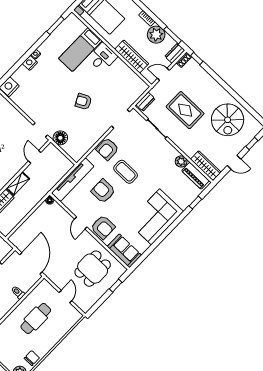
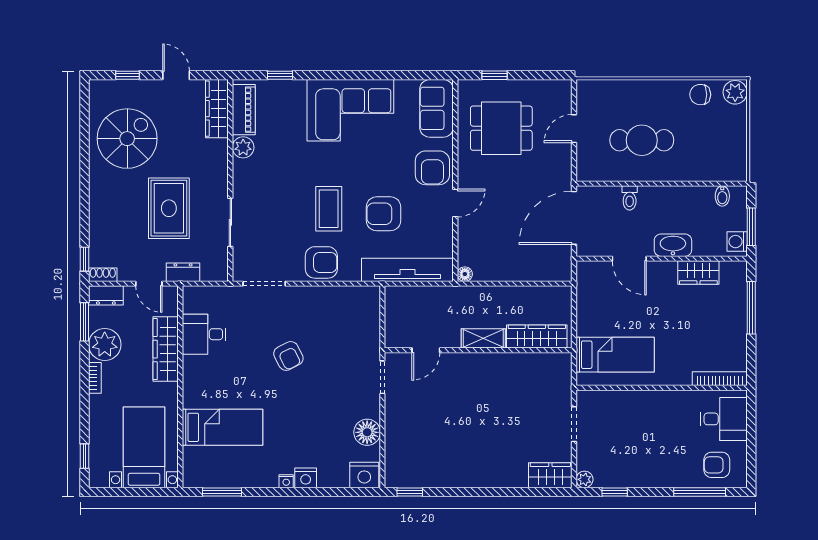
desk: (103, 57) -> (204, 334), moved
dresser: (146, 102) -> (183, 272), moved
floor lamp: (60, 138) -> (367, 432), moved
armchair: (103, 191) -> (383, 214), turned 90
armchair: (103, 227) -> (432, 168), turned 180

